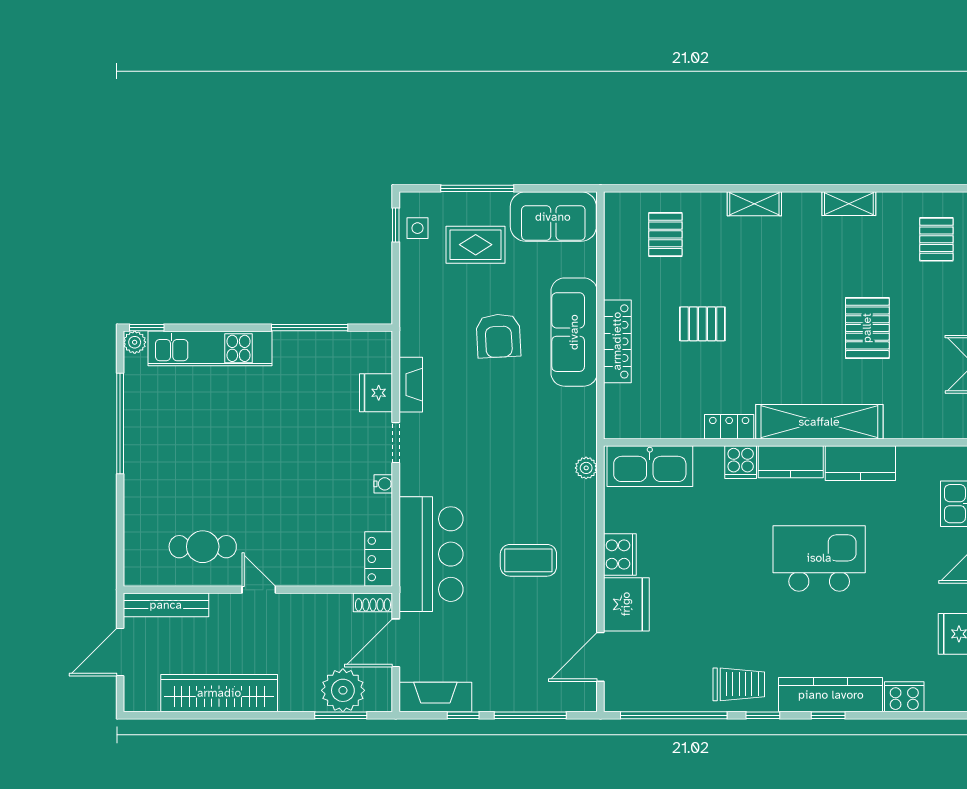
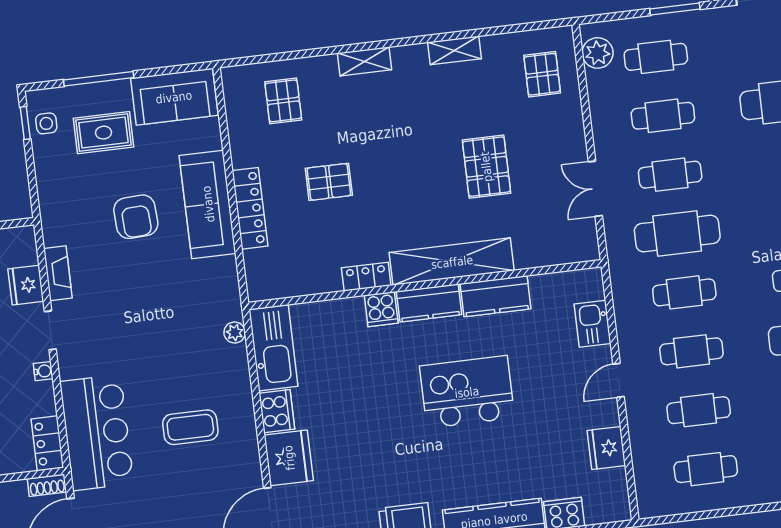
kitchen sink: (650, 466) -> (273, 348), moved, turned -90

